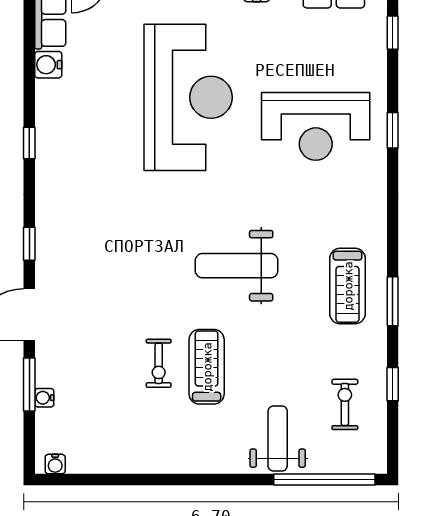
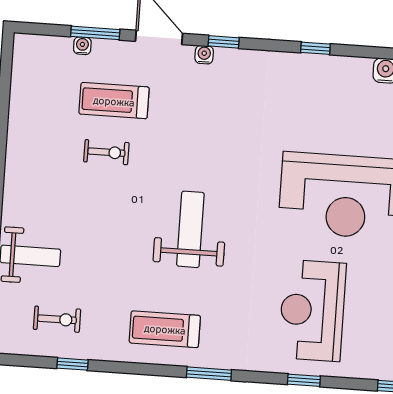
window: (393, 301) -> (209, 374), moved
exercise bike: (159, 363) -> (106, 152), turned 180
treadmill: (207, 367) -> (114, 101), moved, turned 180
water cooler: (55, 464) -> (204, 55), moved, turned 90

